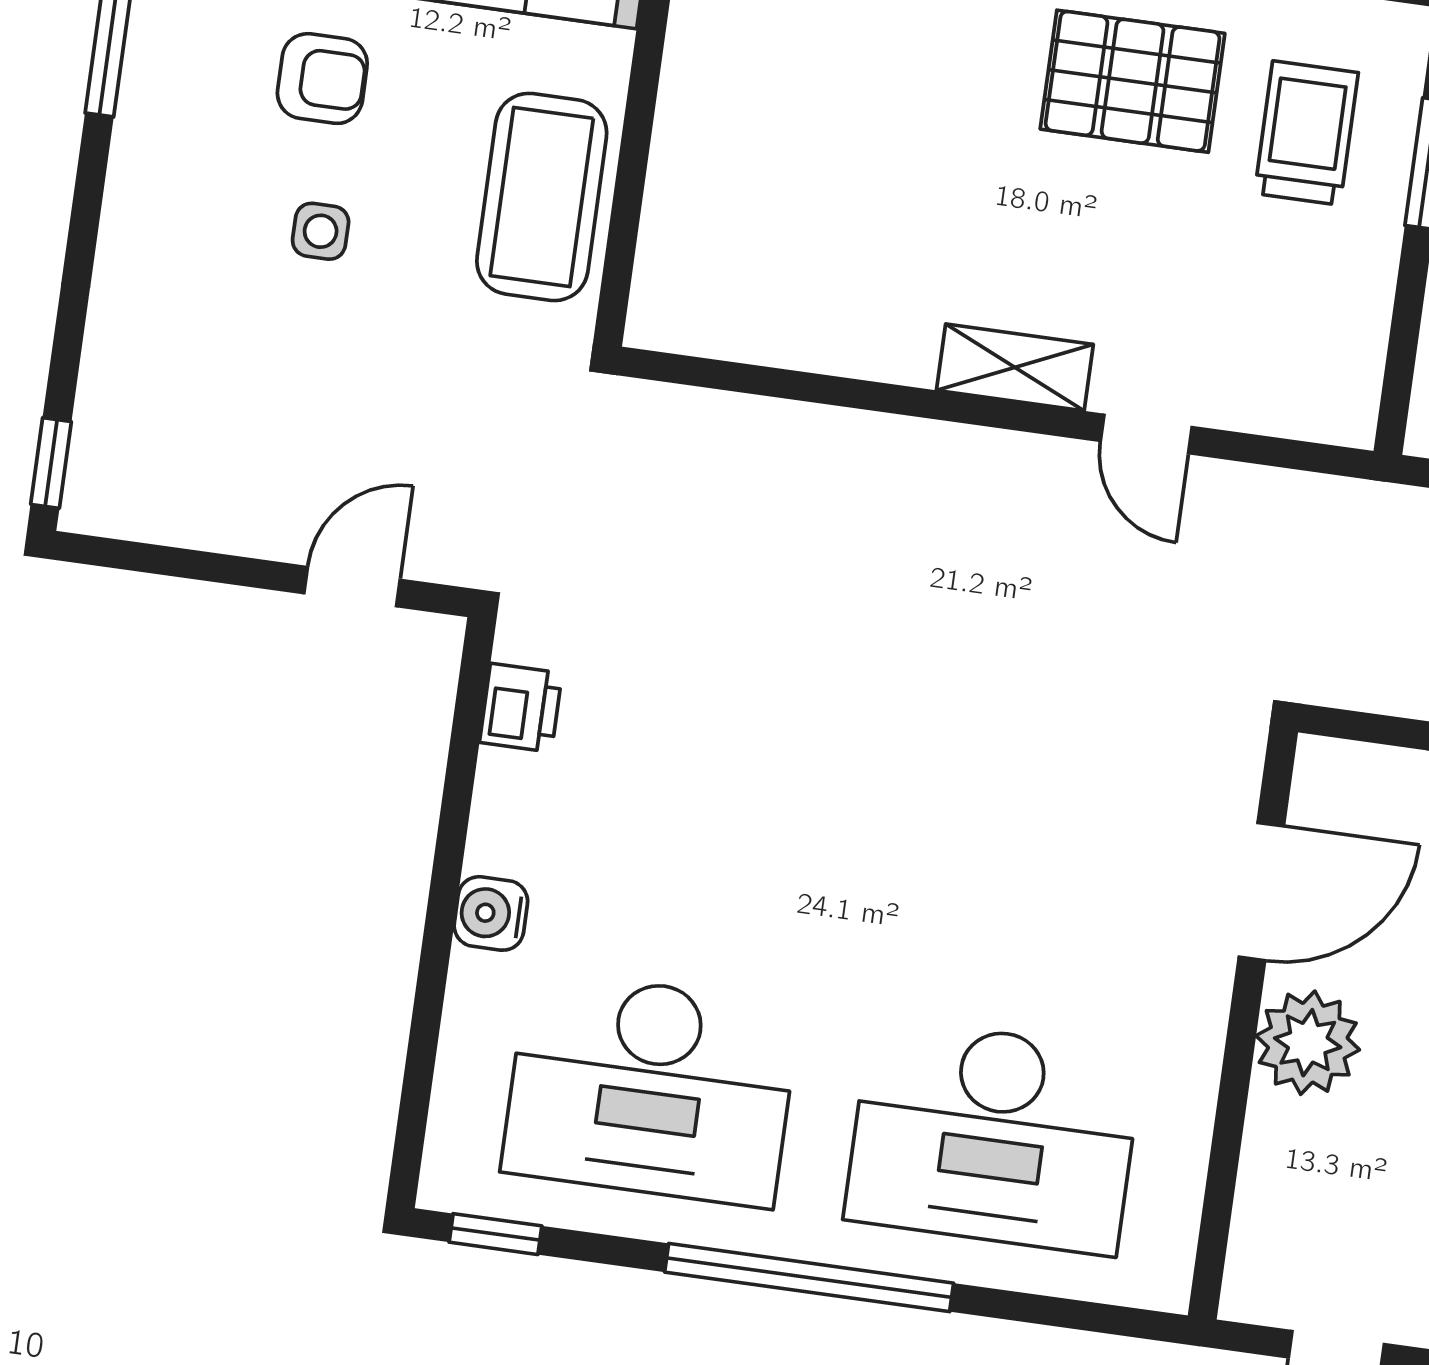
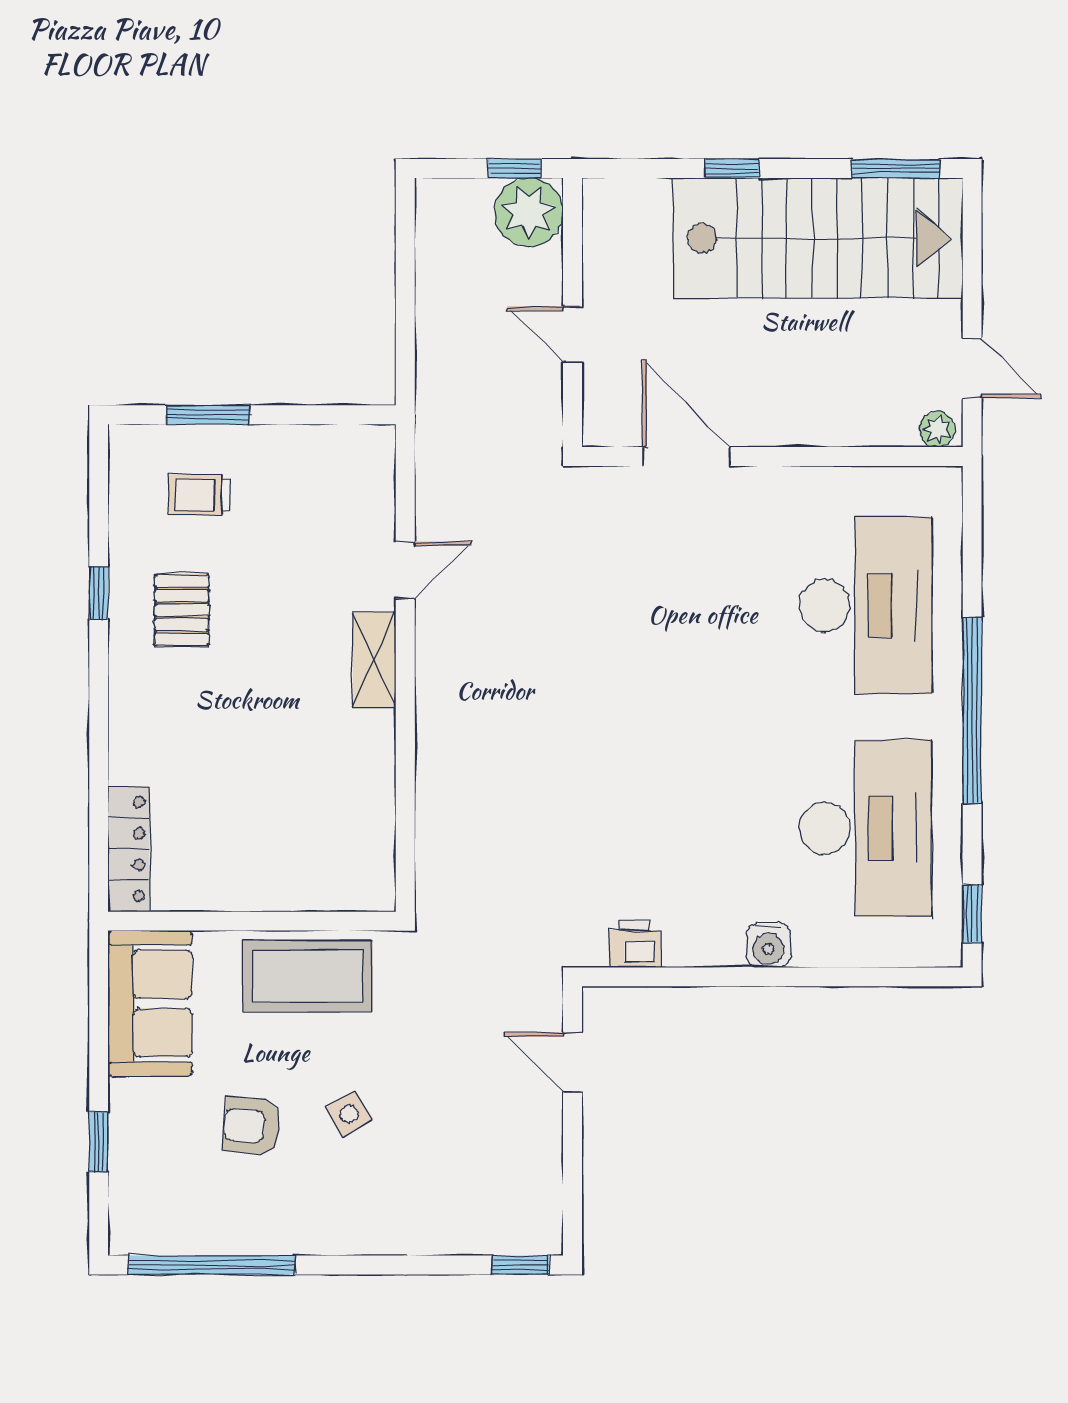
armchair: (322, 79) -> (252, 1126), turned -85
pallet: (1133, 81) -> (182, 610), width x0.67, depth x0.71
trolley: (1306, 133) -> (199, 495), width x0.73, depth x0.72
side table: (321, 231) -> (349, 1114), turned -30
plant: (1308, 1043) -> (937, 429), moved, width x0.53, depth x0.53

